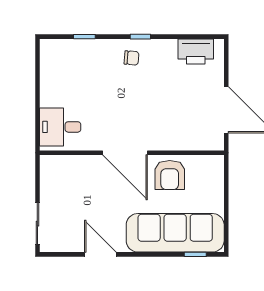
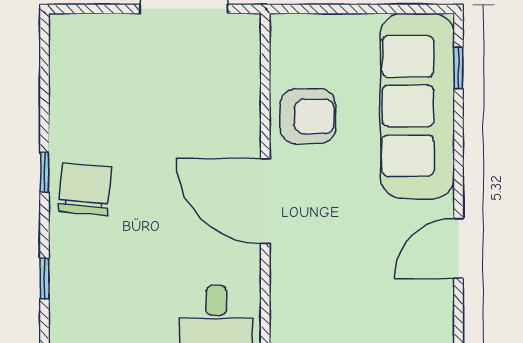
printer: (196, 51) -> (73, 67), removed
chair: (131, 58) -> (85, 189), width x1.87, depth x1.87
door: (125, 153) -> (265, 201), swing flipped

